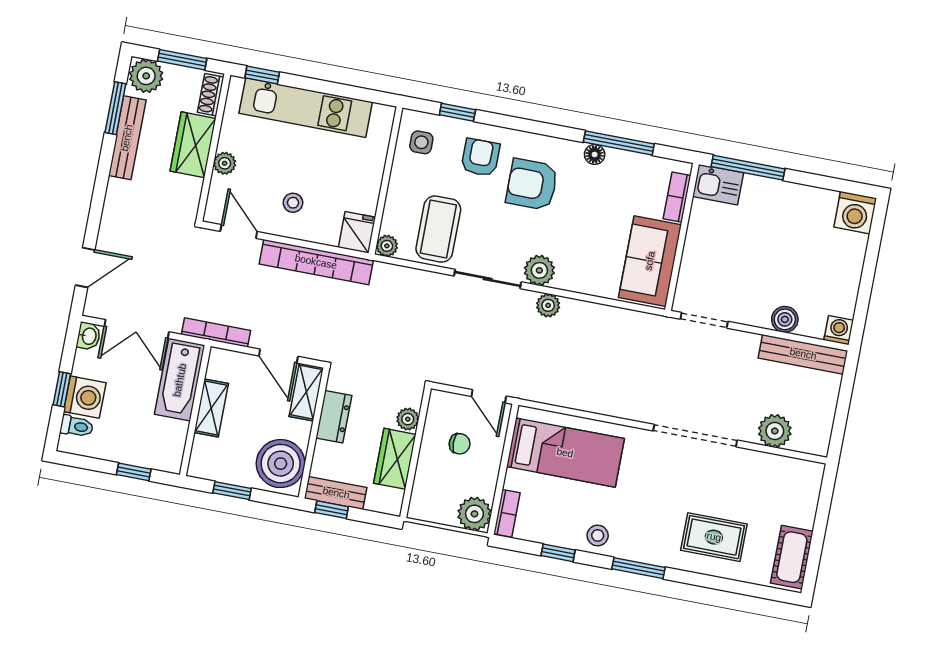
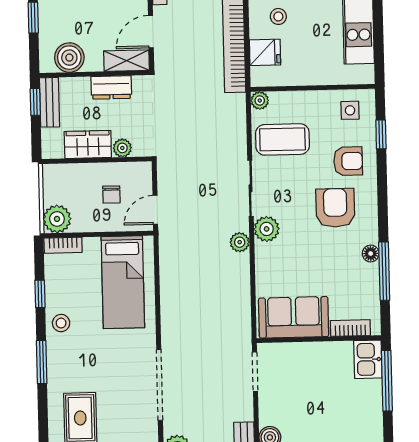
fridge: (357, 232) -> (265, 52), moved
boiler: (281, 464) -> (69, 58), width x0.73, depth x0.73

